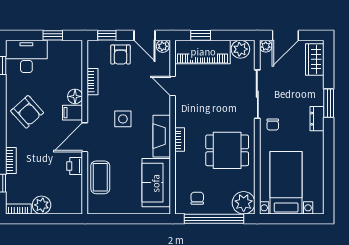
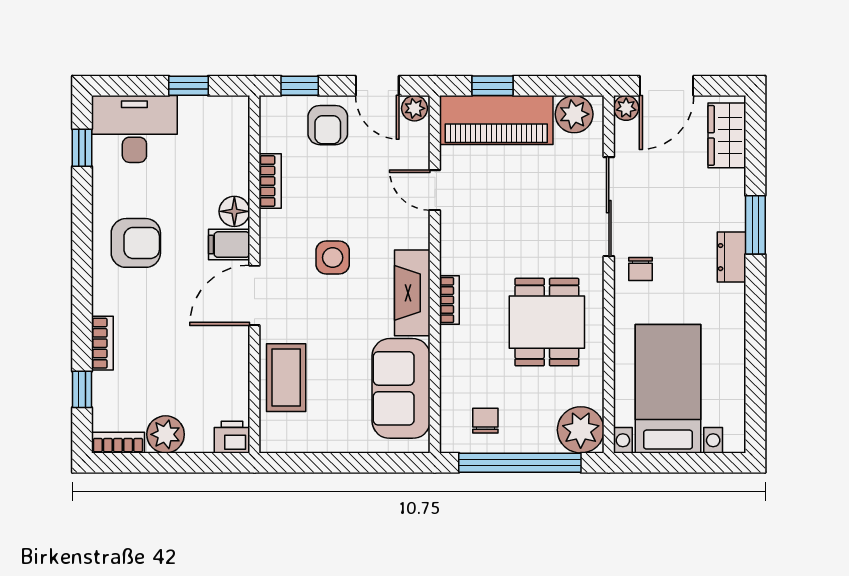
armchair: (27, 112) -> (136, 243), turned -48
dining table: (227, 150) -> (547, 322), turned 90
printer: (75, 166) -> (232, 437), moved, turned 90

